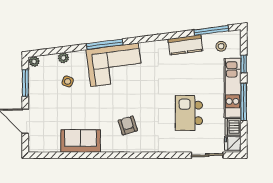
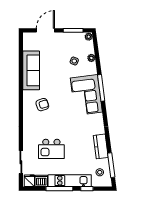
kitchen island: (189, 113) -> (51, 149), turned 180
sofa: (81, 141) -> (31, 70), width x1.36

